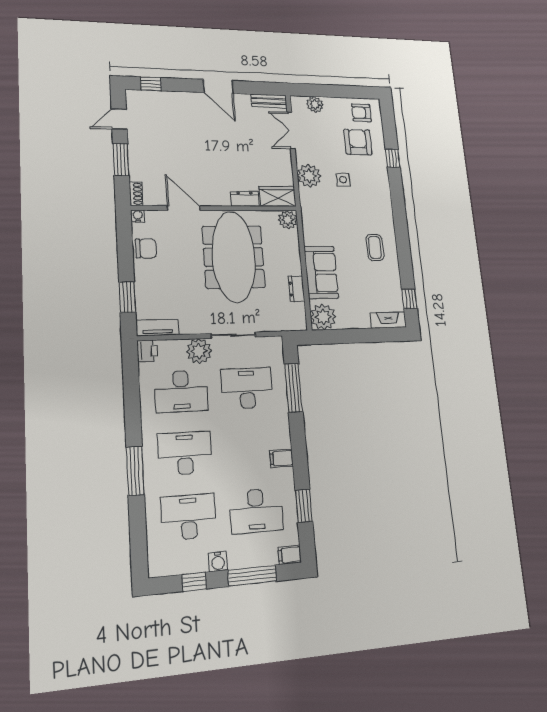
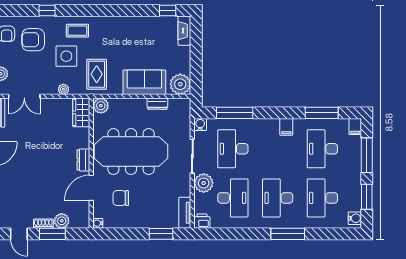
plant: (139, 171) -> (62, 221), added
plant: (309, 176) -> (63, 89), width x0.53, depth x0.53
side table: (343, 180) -> (66, 56), width x1.87, depth x1.87
shoe rack: (136, 194) -> (43, 224), moved
dresser: (245, 199) -> (83, 160), moved
rug: (325, 215) -> (97, 74), added
coffee table: (375, 247) -> (77, 31), moved
chair: (146, 248) -> (121, 198), moved, turned -90
water cooler: (275, 344) -> (200, 125), added
window: (304, 506) -> (322, 113), width x1.44
desk: (256, 511) -> (322, 149), turned 180
water cooler: (218, 562) -> (355, 218), moved
window: (194, 582) -> (367, 197), width x1.50

